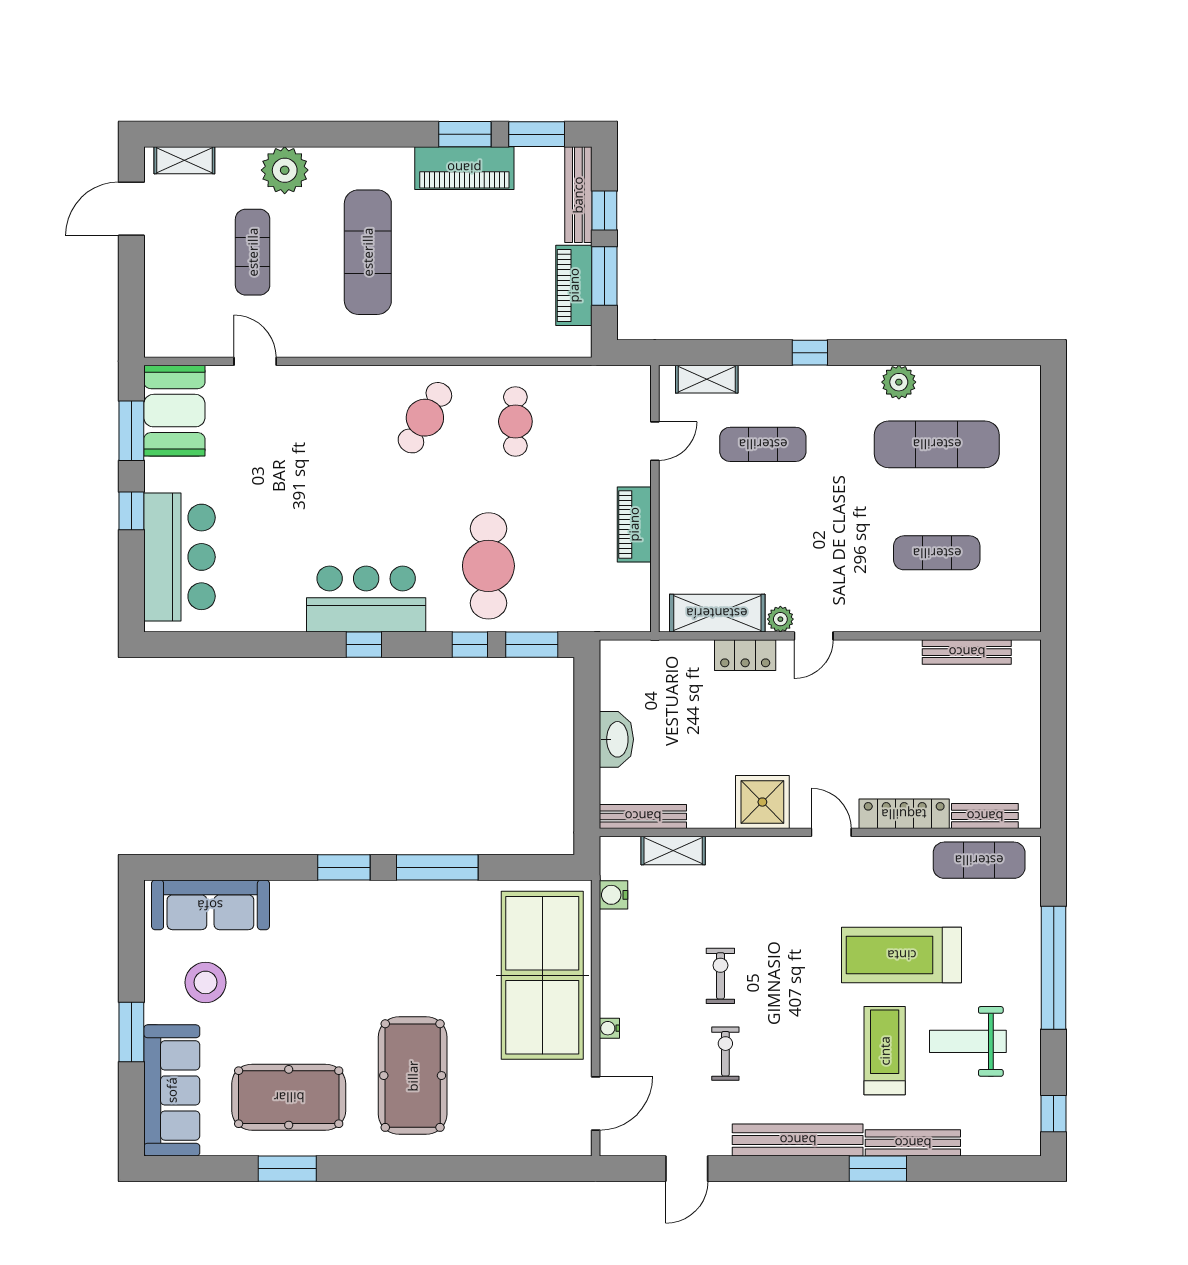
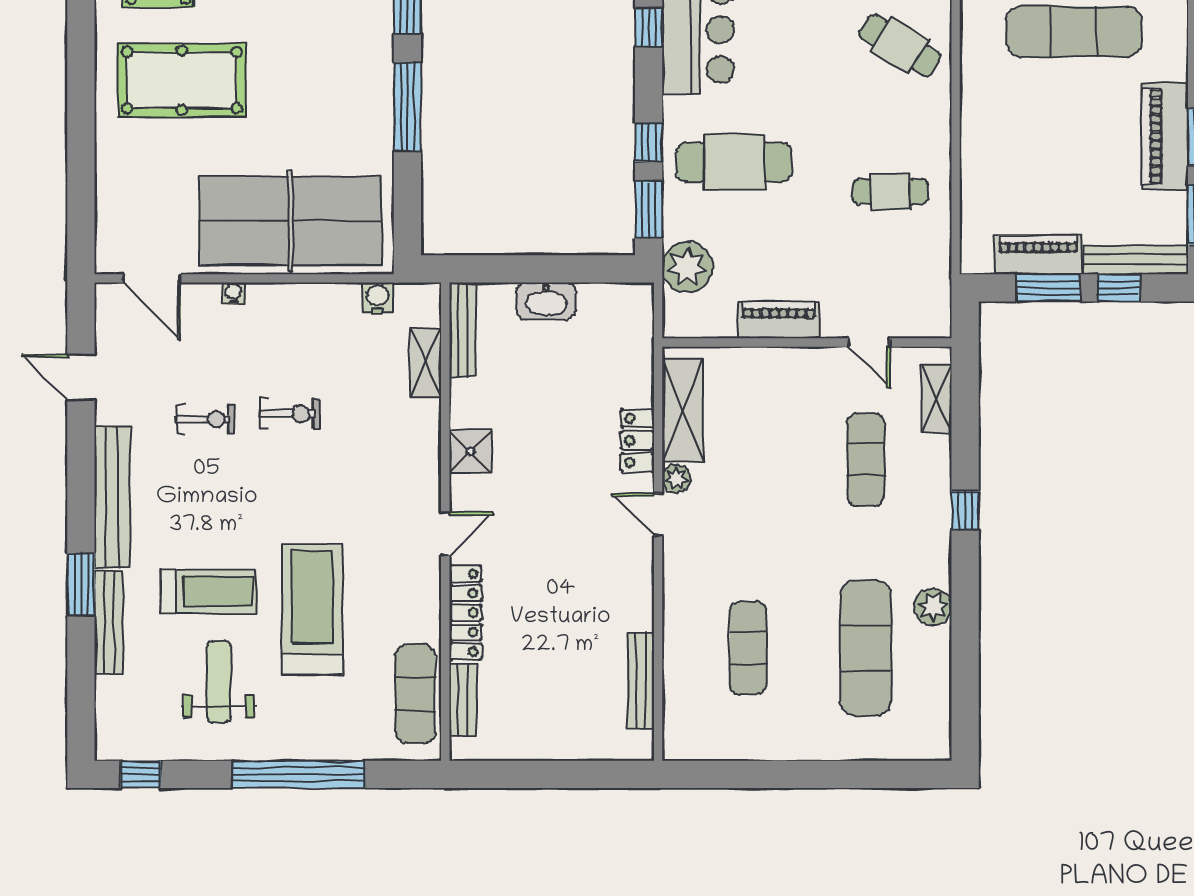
cafe table: (425, 418) -> (900, 46), moved
plant: (585, 609) -> (687, 267), added
shower: (762, 802) -> (470, 451), width x0.73, depth x0.73

